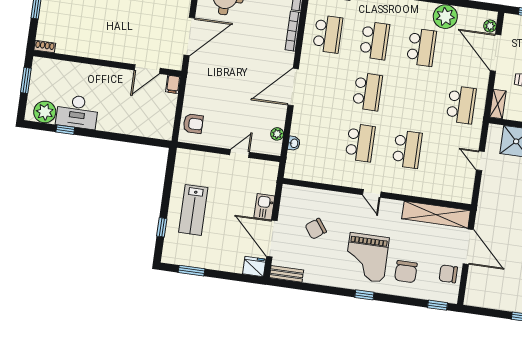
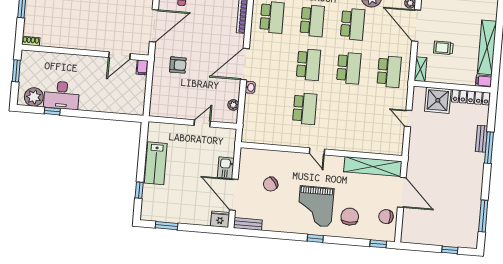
armchair: (193, 124) -> (178, 65), moved
washbasin: (294, 143) -> (250, 87), moved
school desk: (407, 149) -> (349, 68), moved
lab bench: (193, 210) -> (156, 163), moved
chair: (406, 272) -> (350, 217), turned 180

